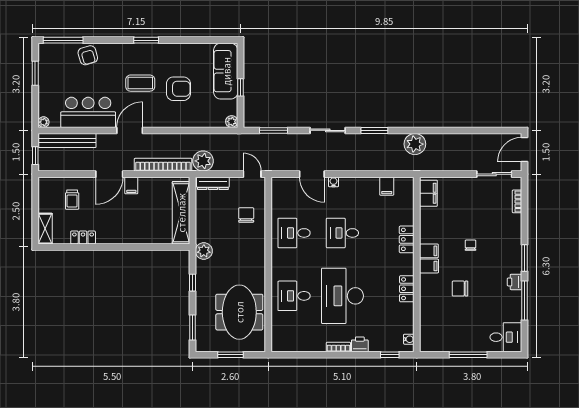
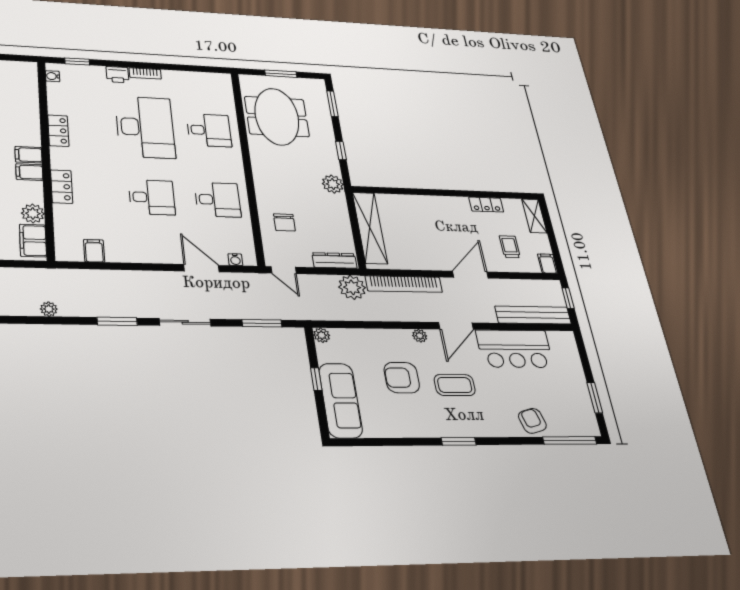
plant: (44, 122) -> (420, 336), moved
plant: (415, 144) -> (49, 309), width x0.53, depth x0.53
water cooler: (334, 182) -> (235, 260), moved
filing cabinet: (131, 185) -> (548, 264), moved
plant: (428, 216) -> (33, 213), added

